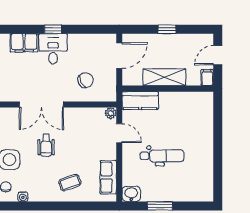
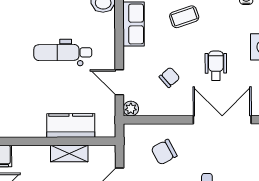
shelving: (164, 77) -> (69, 153), width x0.67, depth x0.75
kitchen counter: (140, 101) -> (71, 125), moved
chair: (81, 137) -> (169, 77), added

